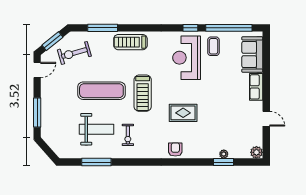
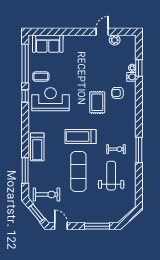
exercise bike: (74, 53) -> (47, 195), turned -74
reception desk: (187, 58) -> (51, 99), turned 180
row of seats: (256, 87) -> (75, 40), removed
treadmill: (143, 93) -> (81, 137), turned 180
armchair: (175, 149) -> (117, 93), moved
plant: (256, 152) -> (115, 40), moved
water cooler: (213, 153) -> (131, 77), added
window: (96, 162) -> (139, 150), moved

